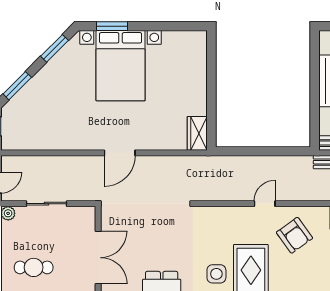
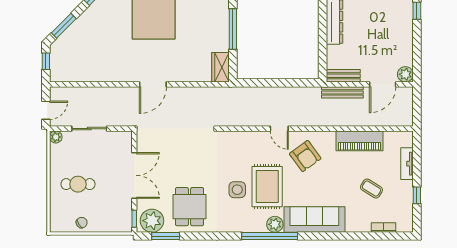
window: (211, 89) -> (233, 29), added
door: (265, 204) -> (279, 129), swing flipped

